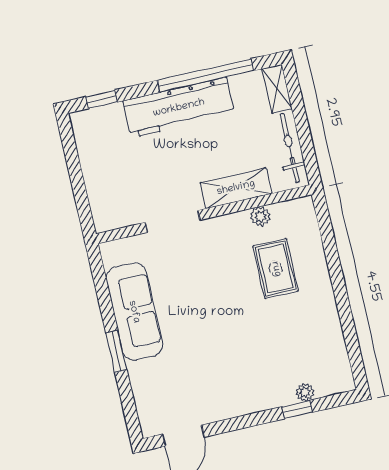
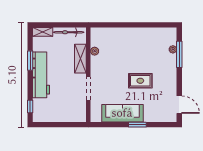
window: (205, 76) -> (30, 61), width x0.47
rug: (276, 269) -> (140, 81), moved
window: (297, 410) -> (179, 54), width x2.17

